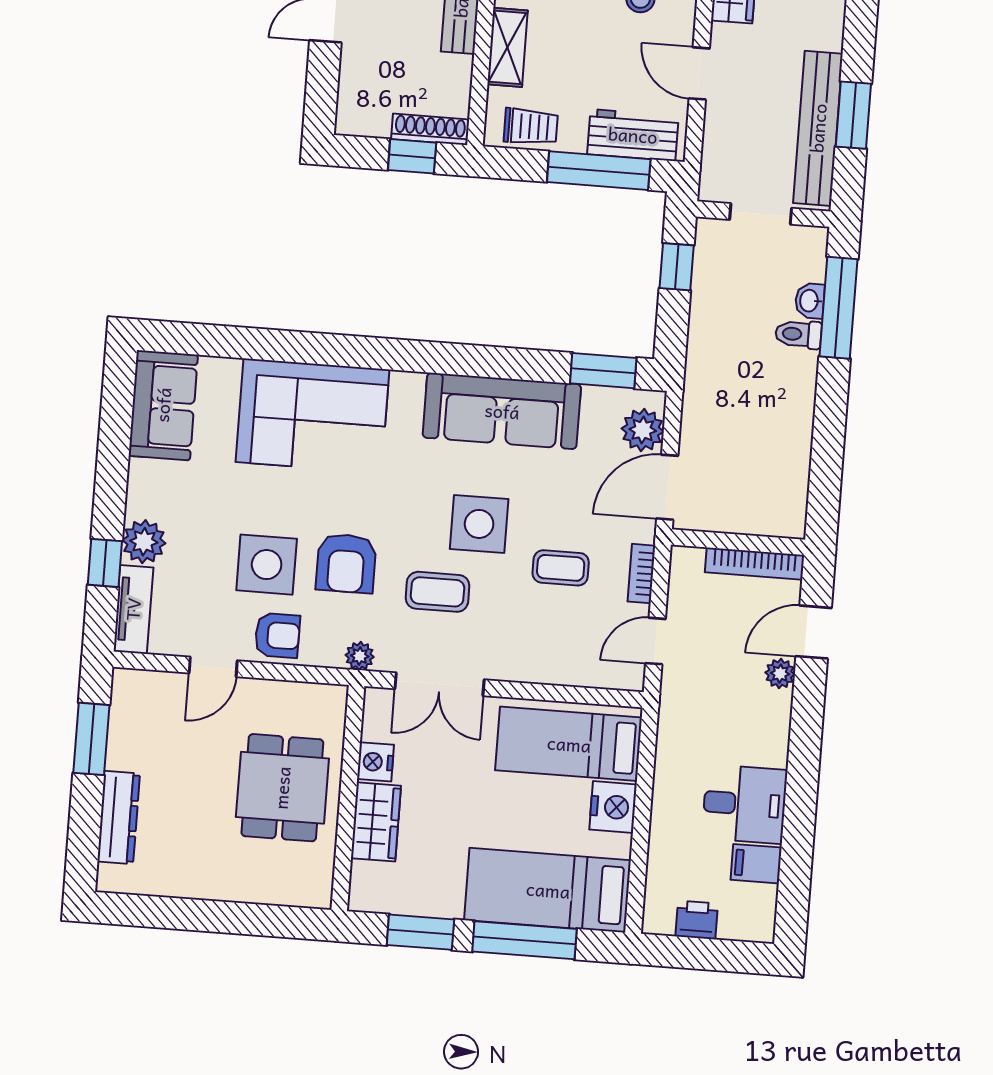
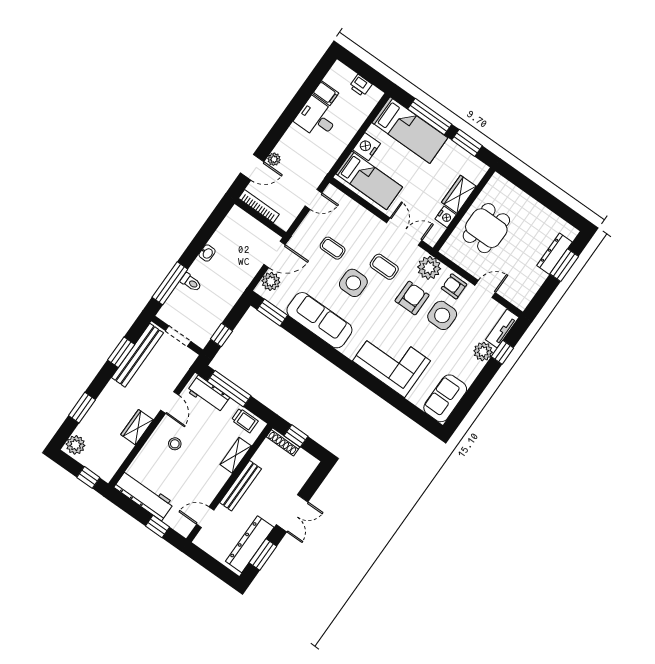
trolley: (531, 127) -> (245, 420), turned 180
washbasin: (810, 301) -> (207, 253), moved
bookcase: (641, 574) -> (304, 228), removed
plant: (360, 656) -> (429, 268), width x1.88, depth x1.88
window: (91, 739) -> (564, 265), moved

